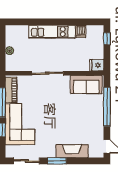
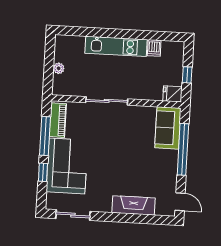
window: (107, 39) -> (187, 75), moved
sofa: (86, 84) -> (168, 128), moved, turned 90
window: (57, 161) -> (113, 217), removed

